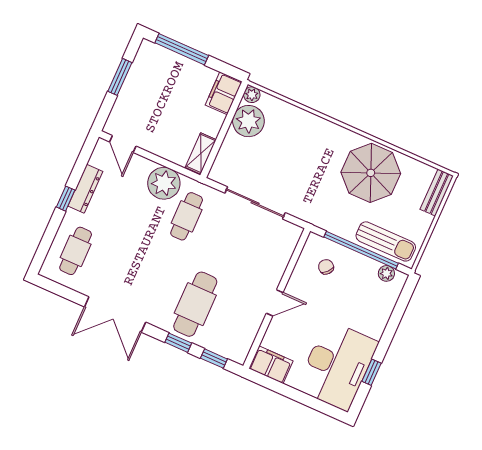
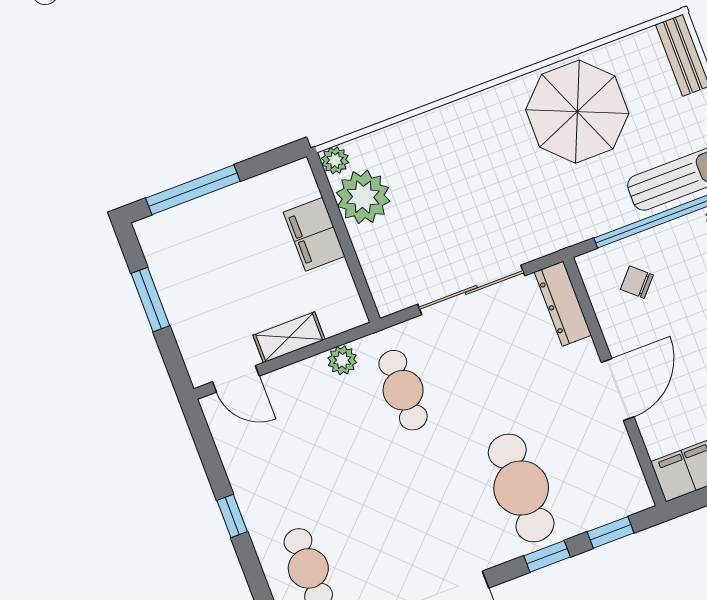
filing cabinet: (224, 93) -> (314, 234), moved
shelving: (201, 153) -> (289, 337), moved, turned 90
plant: (164, 183) -> (342, 360), width x0.53, depth x0.53
dresser: (85, 189) -> (563, 304), moved, turned 180
door: (275, 303) -> (618, 390), width x1.37

